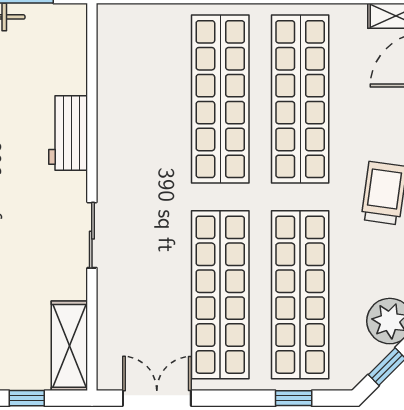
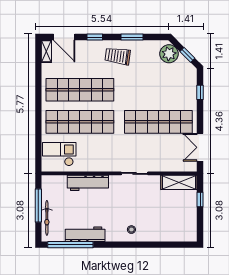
checkout: (140, 48) -> (59, 154), added
workbench: (68, 133) -> (88, 183), width x1.38
shop shelf: (300, 295) -> (158, 90), removed

